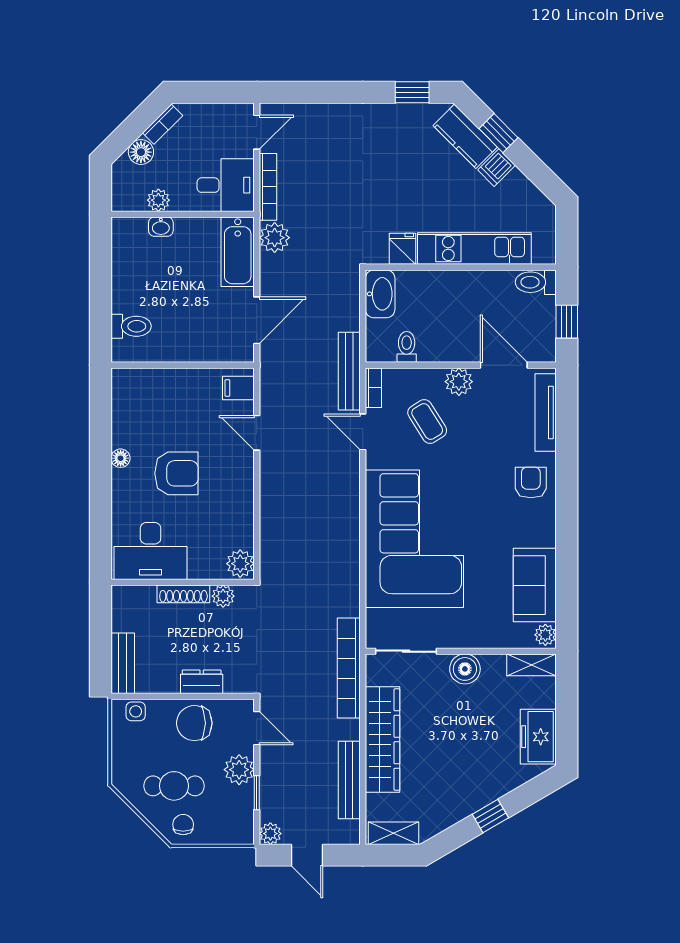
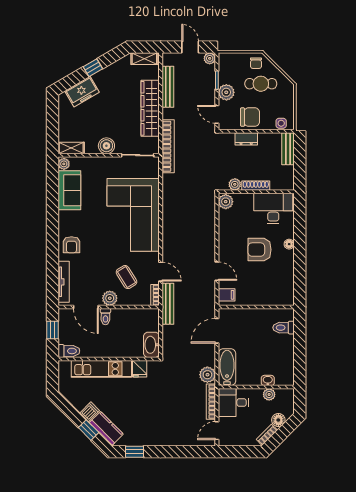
toilet: (407, 347) -> (105, 317), moved
floor lamp: (121, 458) -> (289, 244), moved
freezer: (538, 737) -> (82, 92), moved, turned 60

